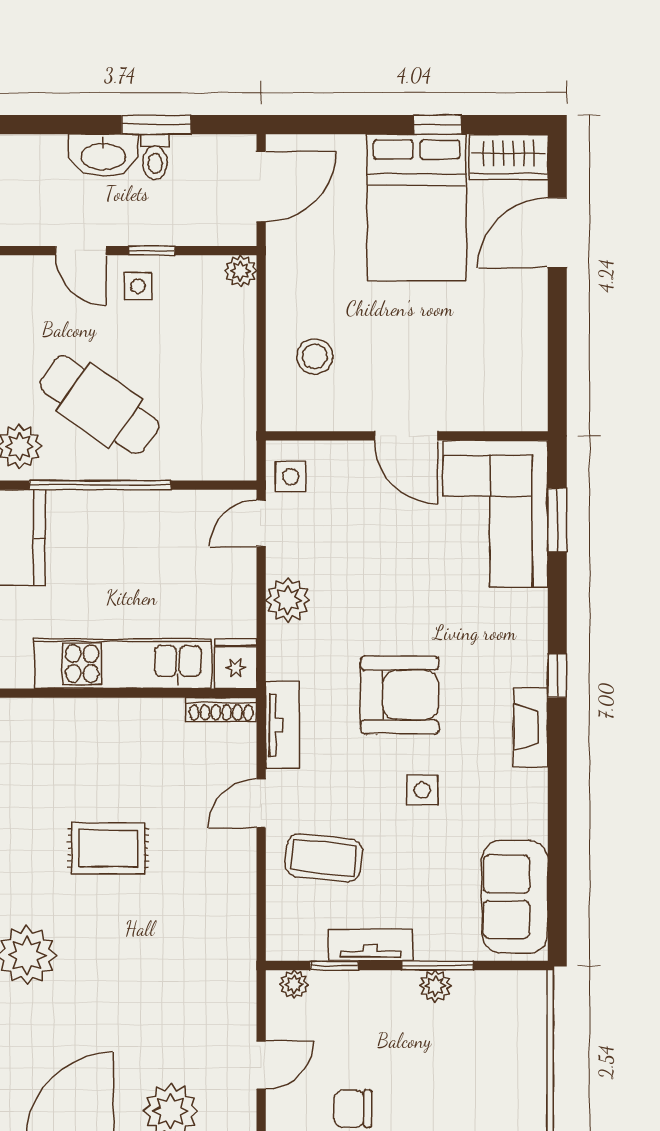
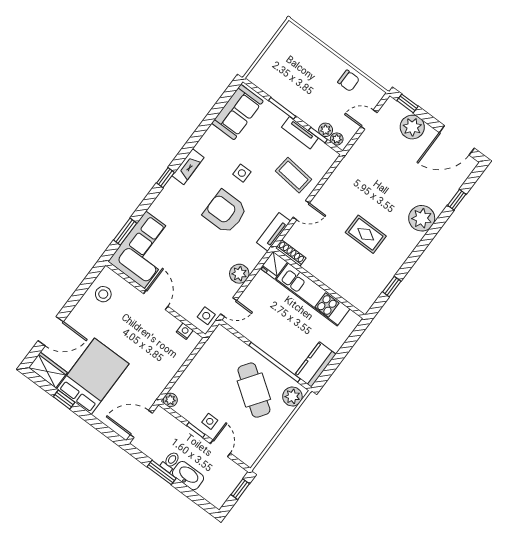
stool: (315, 357) -> (103, 294), moved
nightstand: (309, 418) -> (185, 331), added
plant: (435, 986) -> (326, 130), moved

